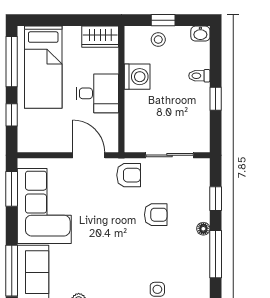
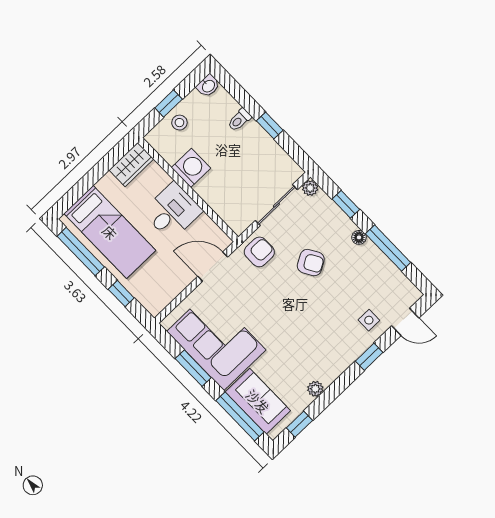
plant: (203, 165) -> (310, 188), added
window: (12, 189) -> (193, 368), moved
armchair: (156, 215) -> (311, 263), turned 60

